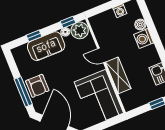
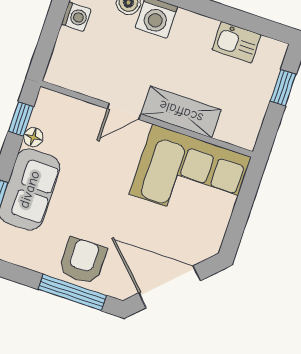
plant: (80, 30) -> (51, 111), removed
armchair: (37, 86) -> (83, 261), turned -90

